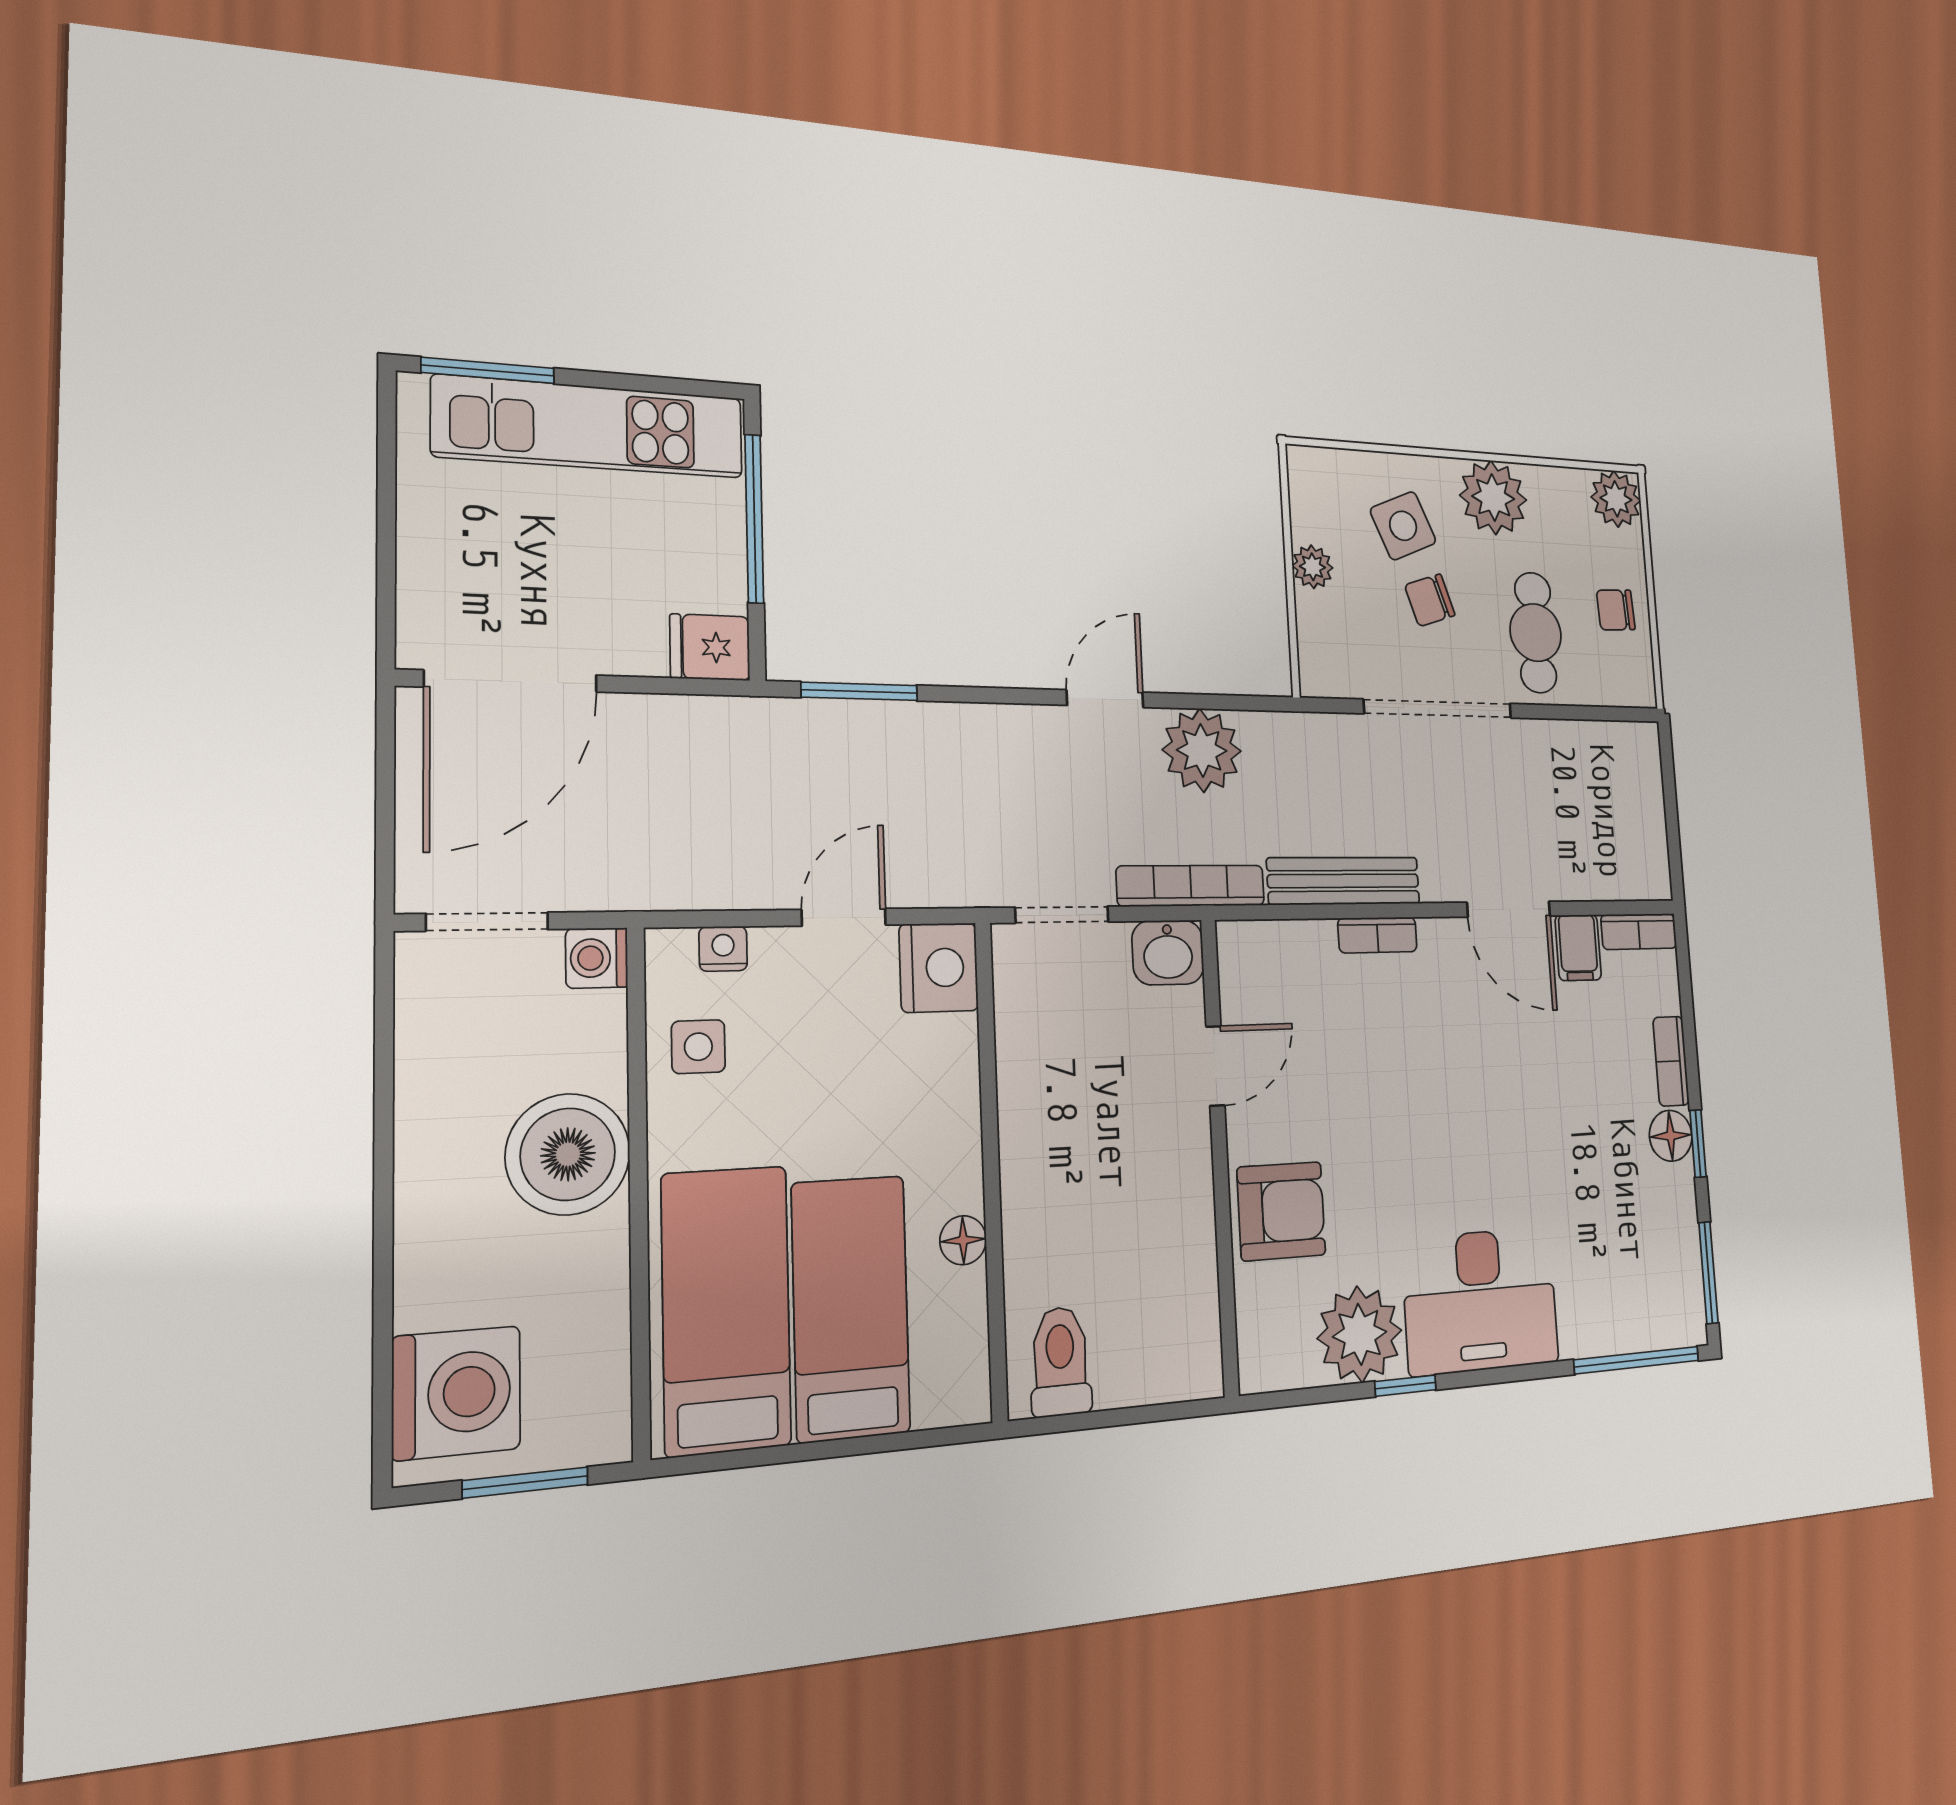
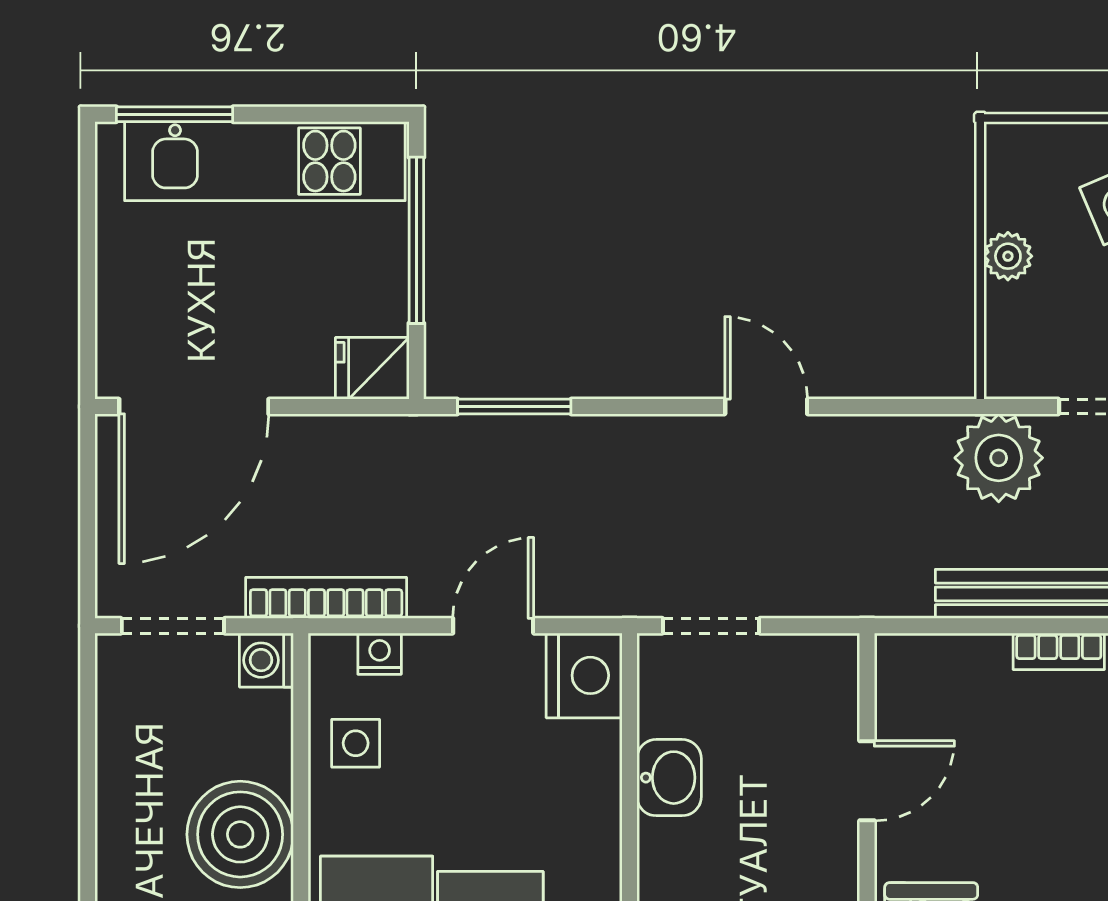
door: (1105, 699) -> (766, 407), hinge flipped
plant: (1202, 750) -> (999, 458), moved
bookcase: (1191, 886) -> (326, 598), moved
washbasin: (1168, 952) -> (669, 778), moved, turned -90

